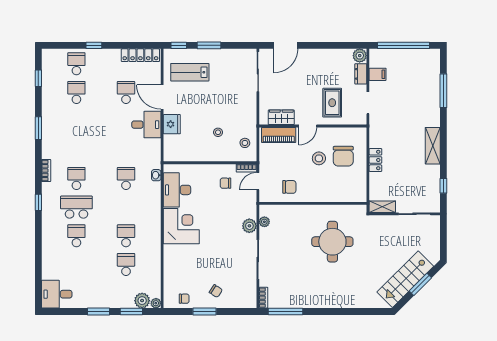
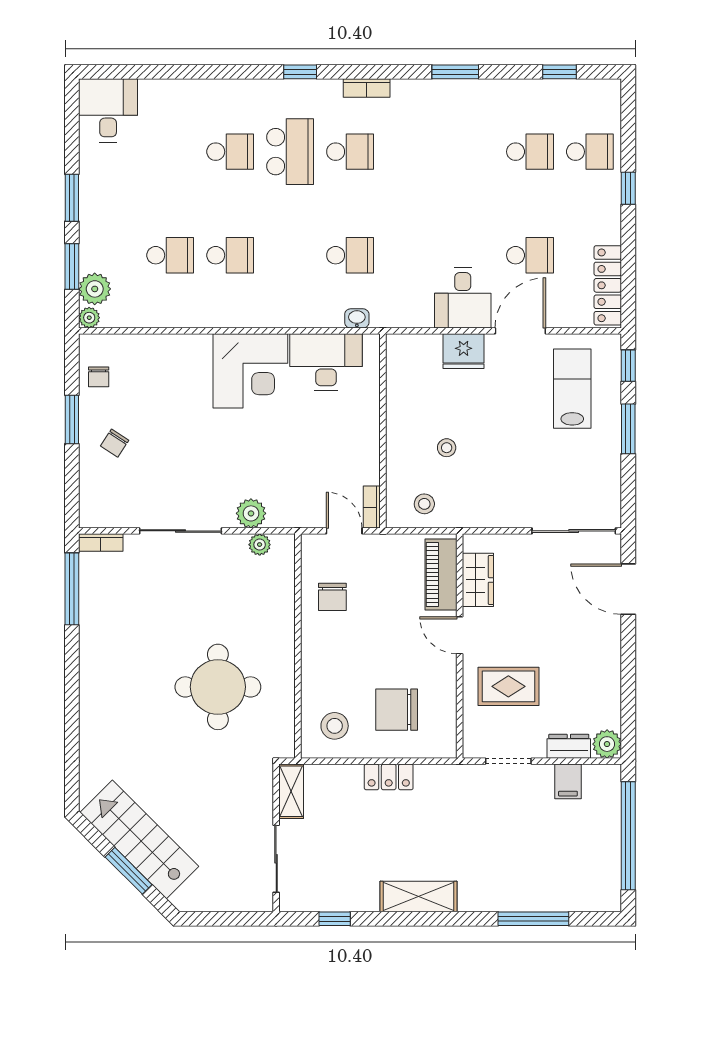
stool: (319, 158) -> (335, 726), moved
chair: (226, 183) -> (340, 463), removed

